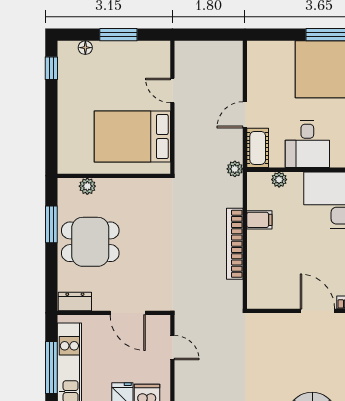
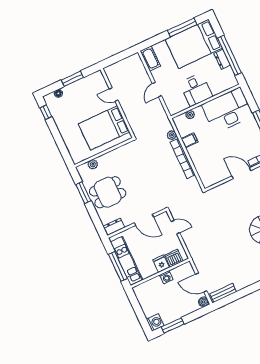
cot: (258, 148) -> (150, 59), moved
plant: (235, 169) -> (172, 135), moved

